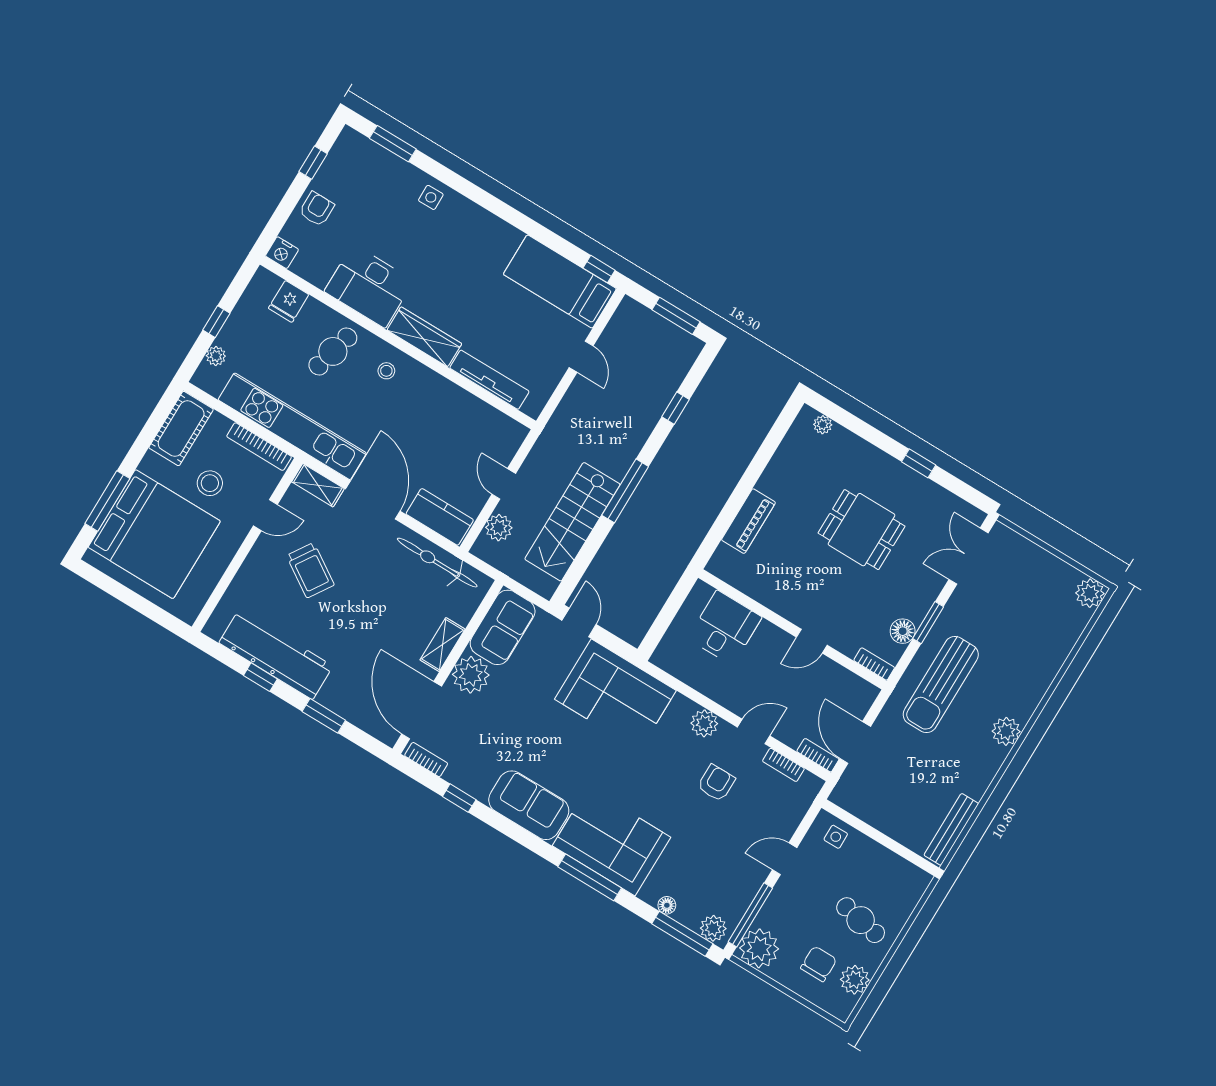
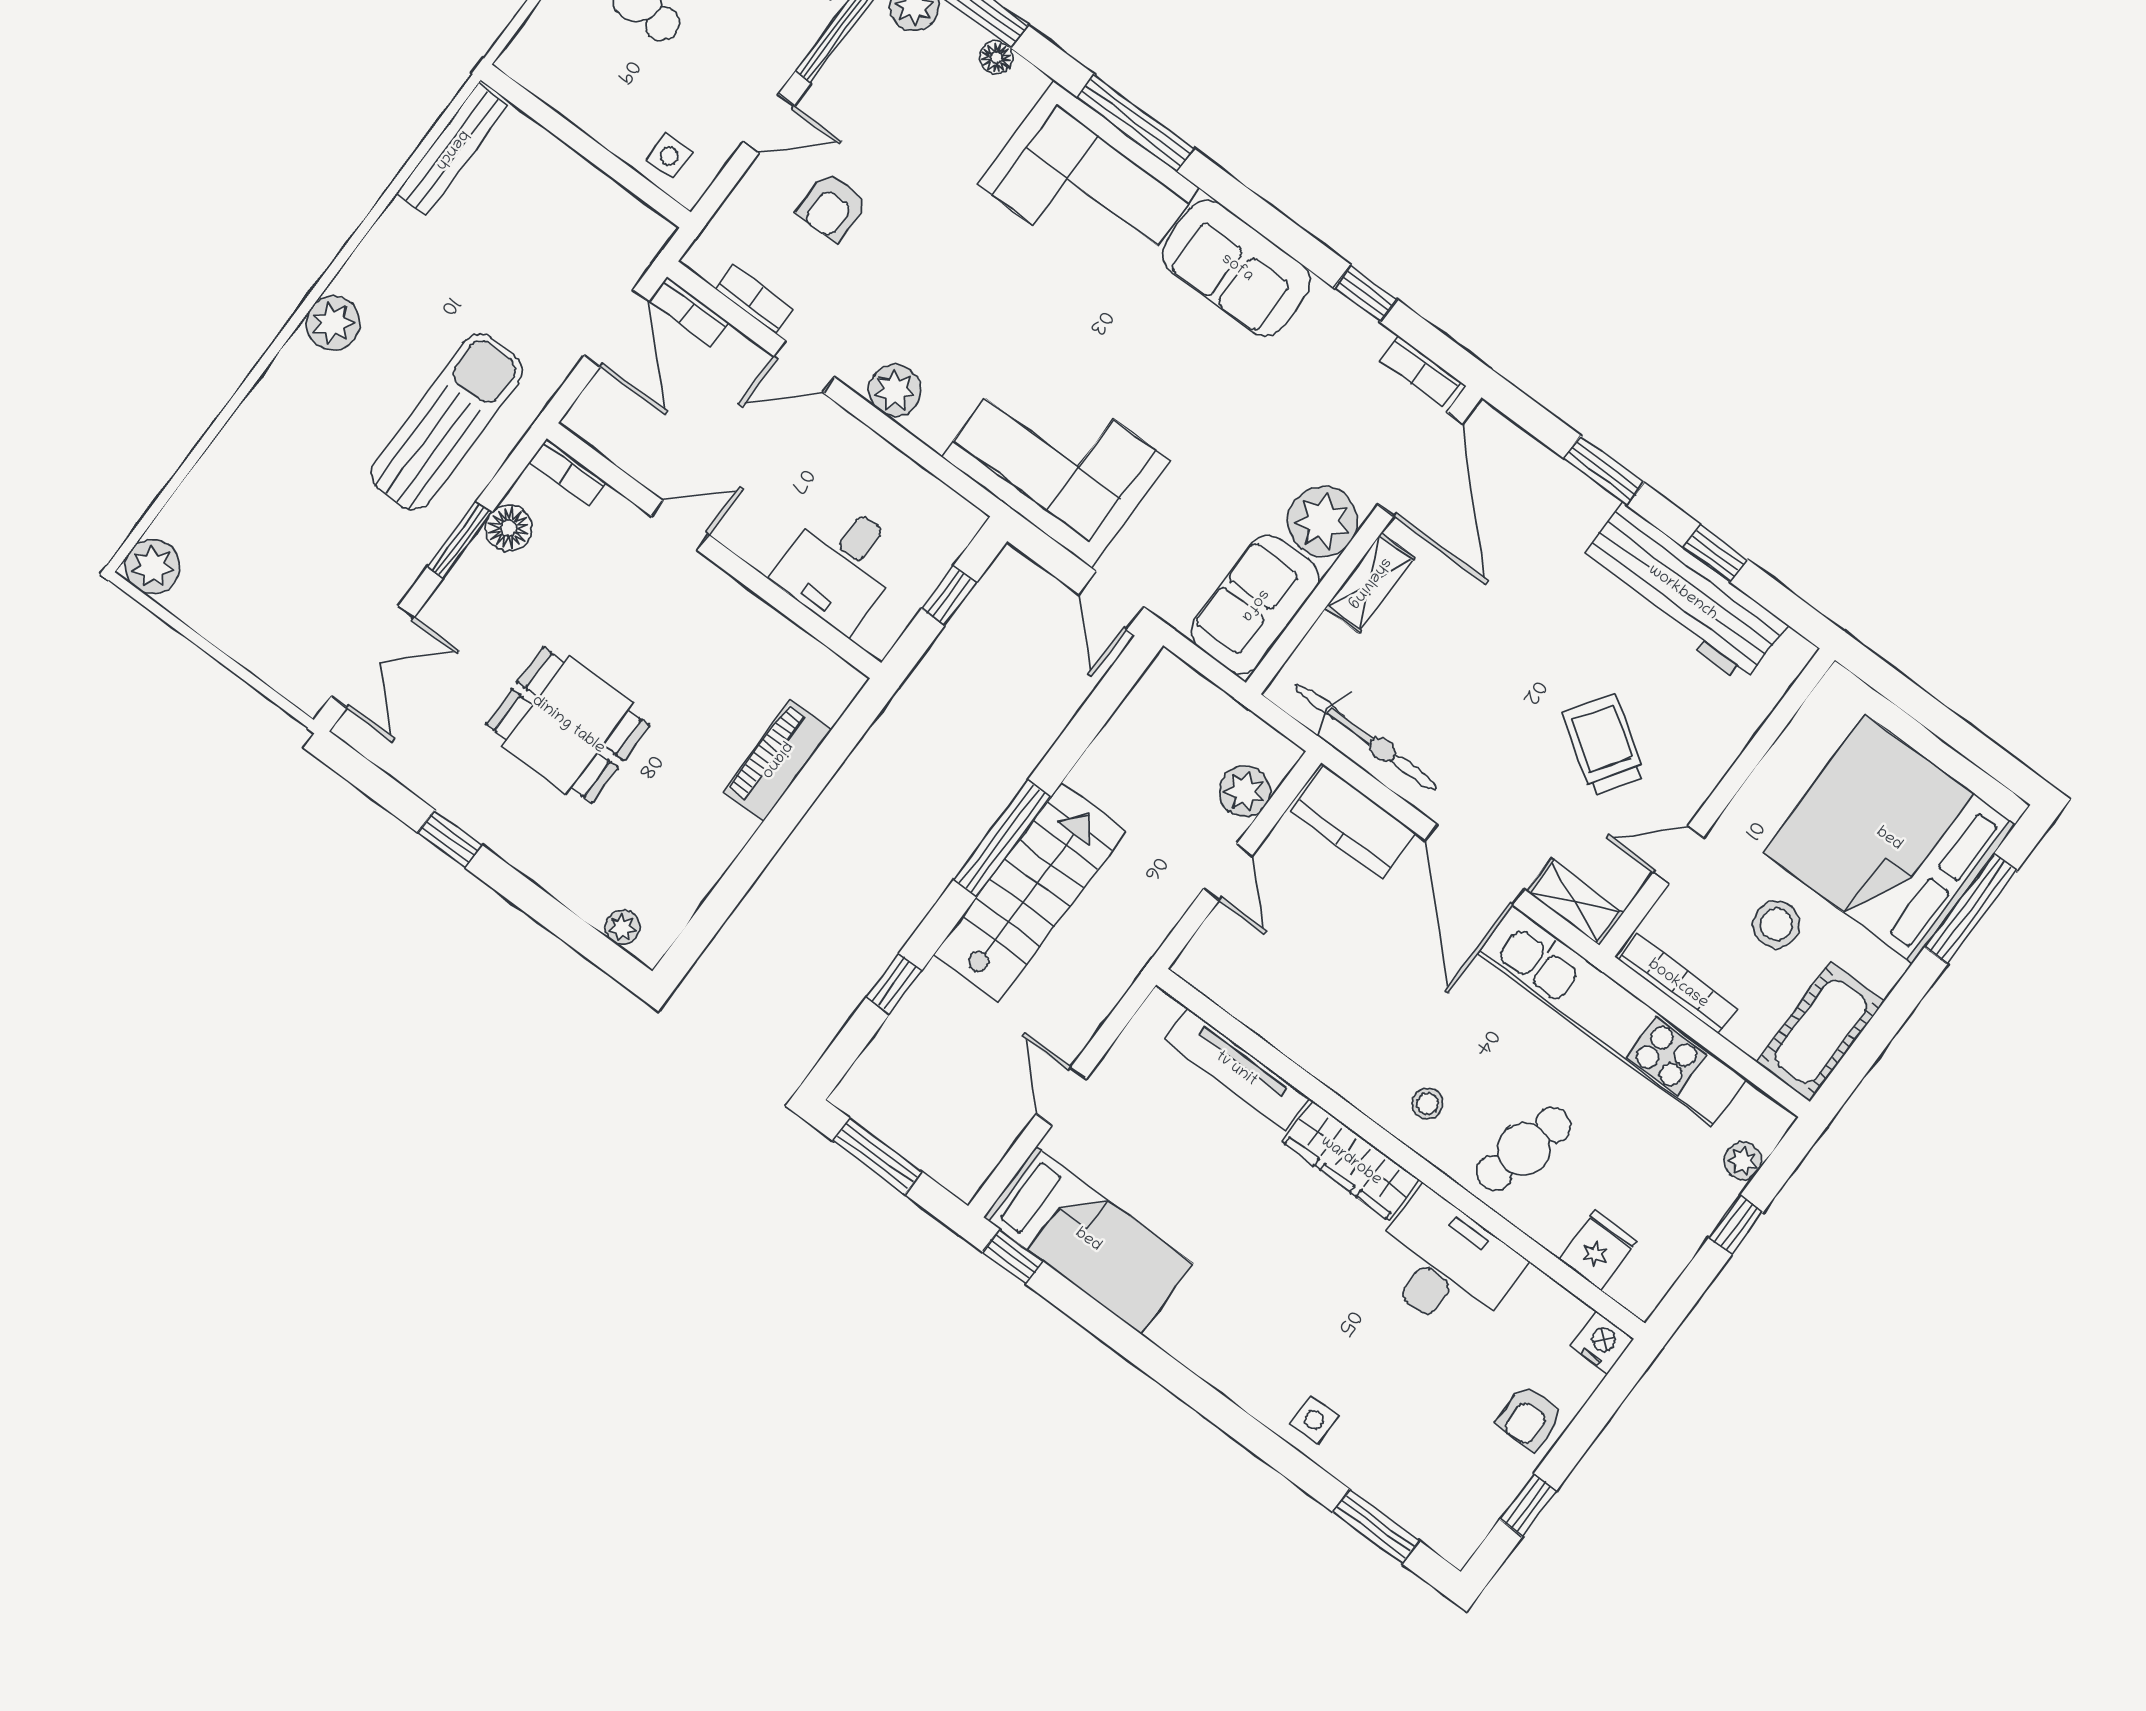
stairs: (572, 522) -> (1030, 892), moved
window: (665, 617) -> (949, 596), added
armchair: (716, 783) -> (832, 207), moved

